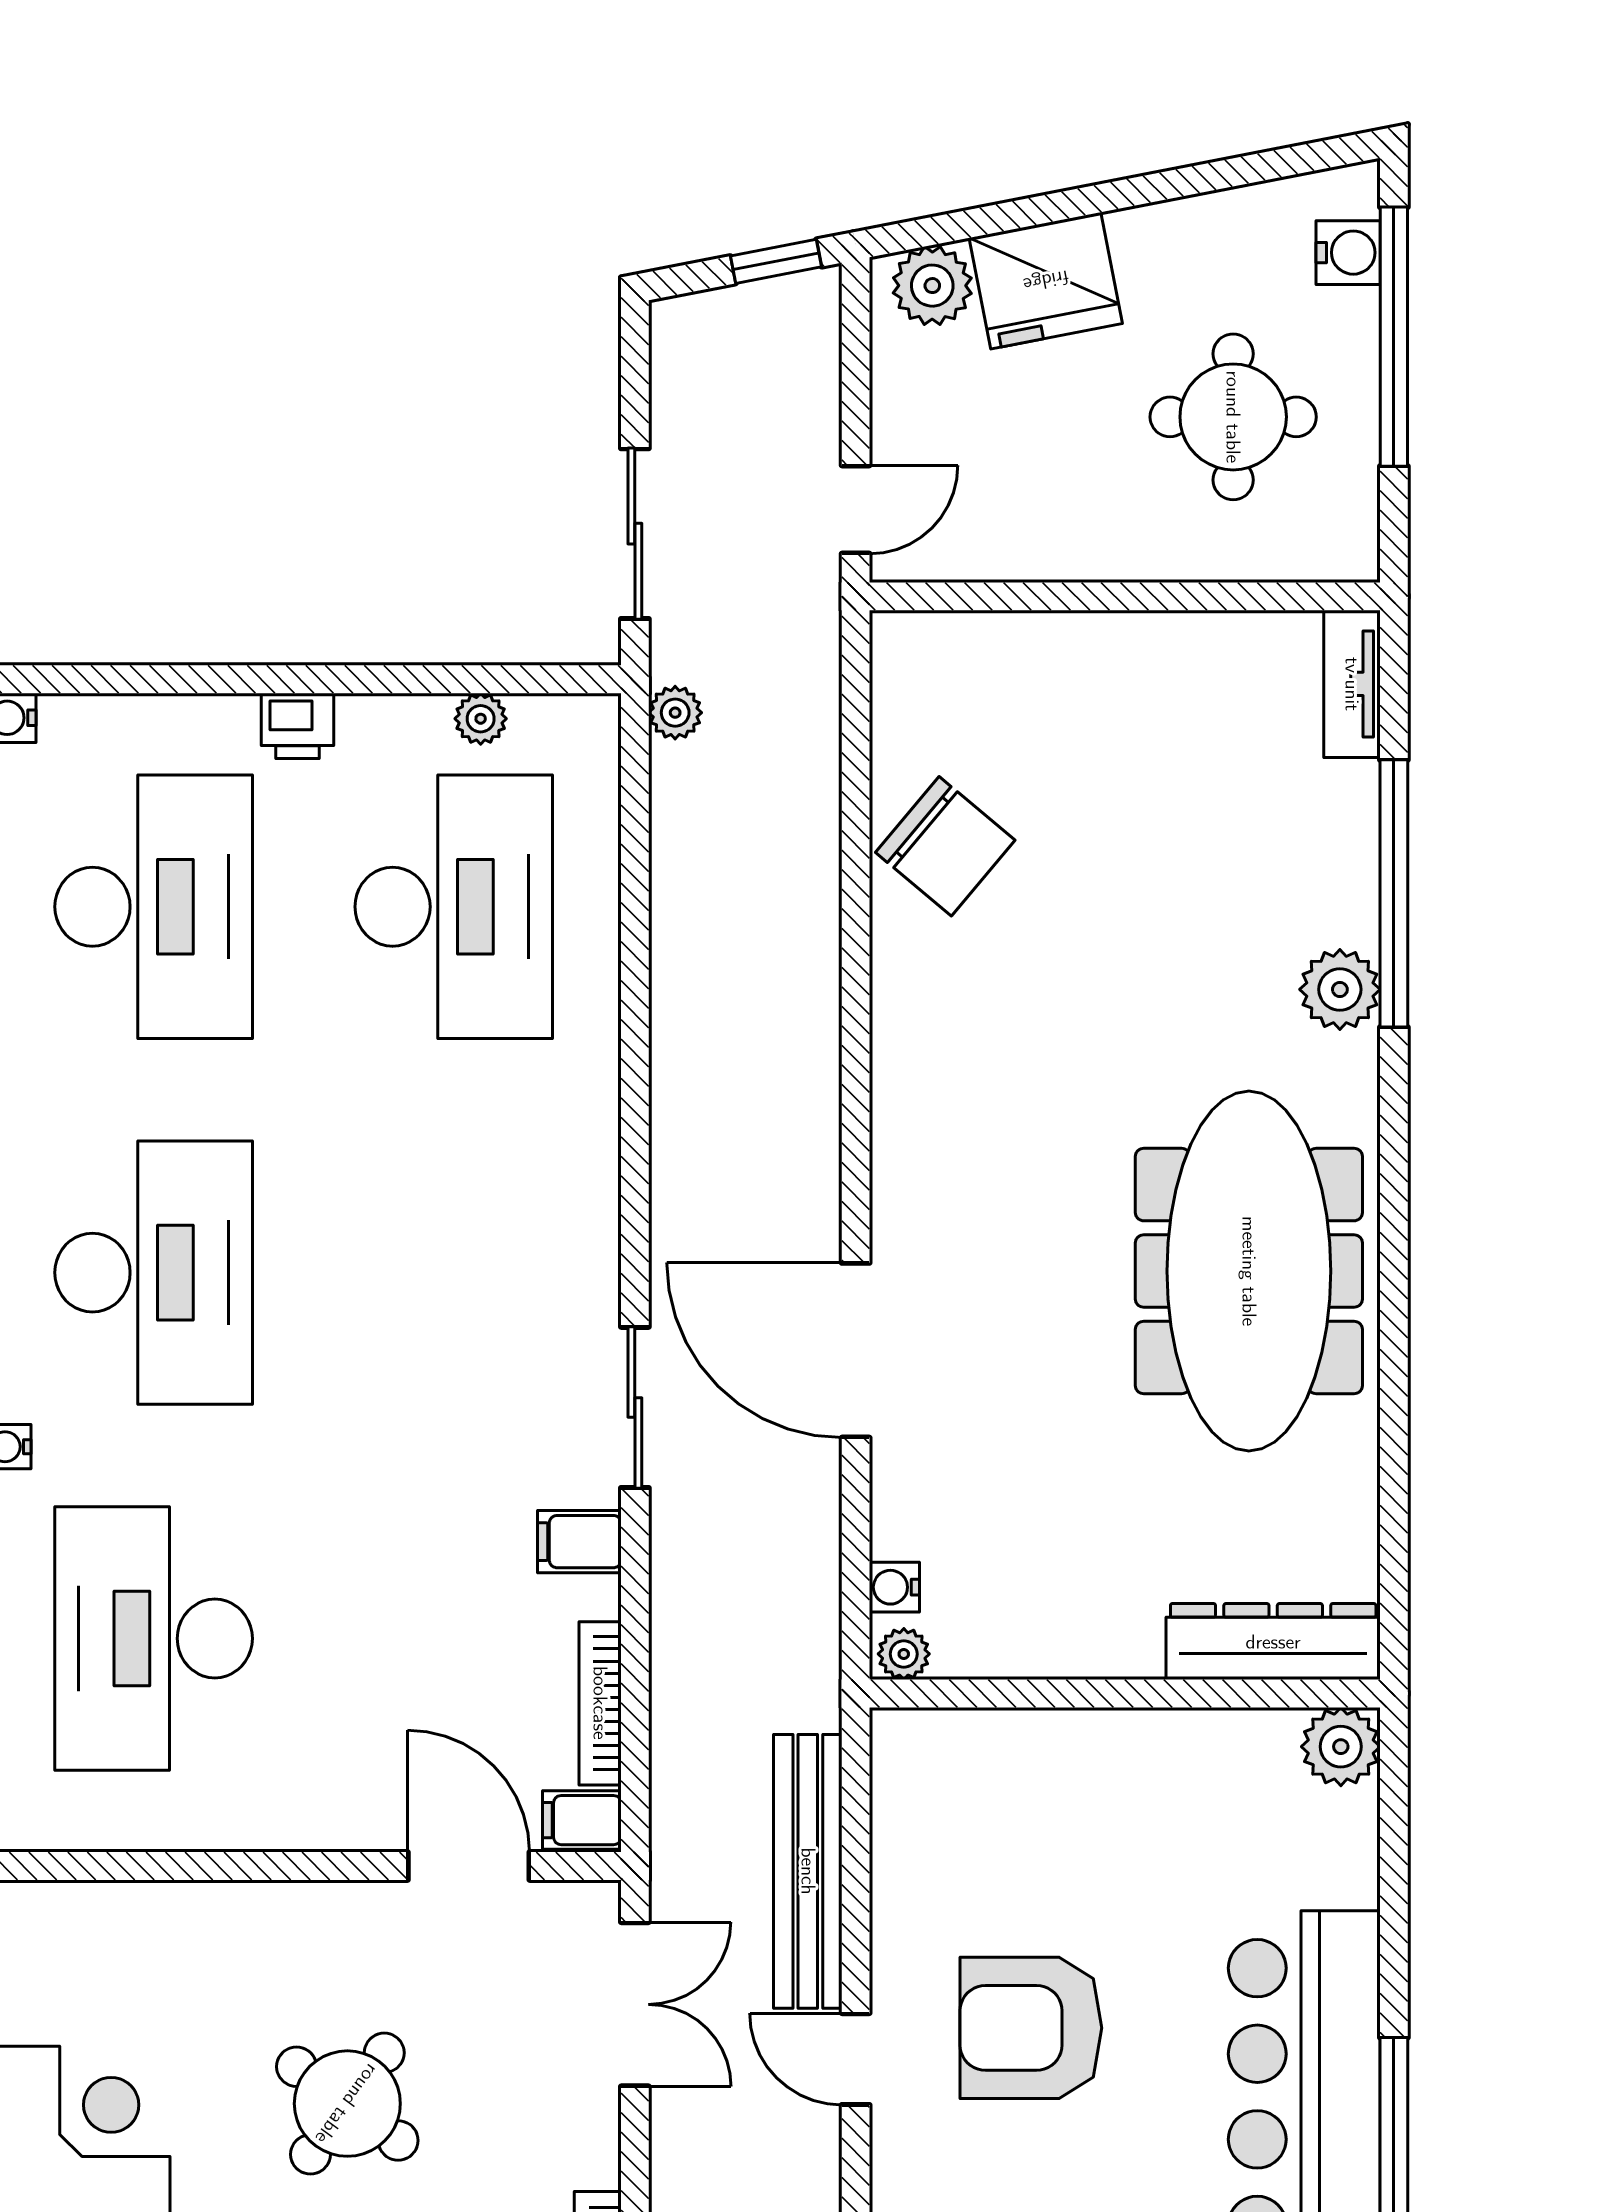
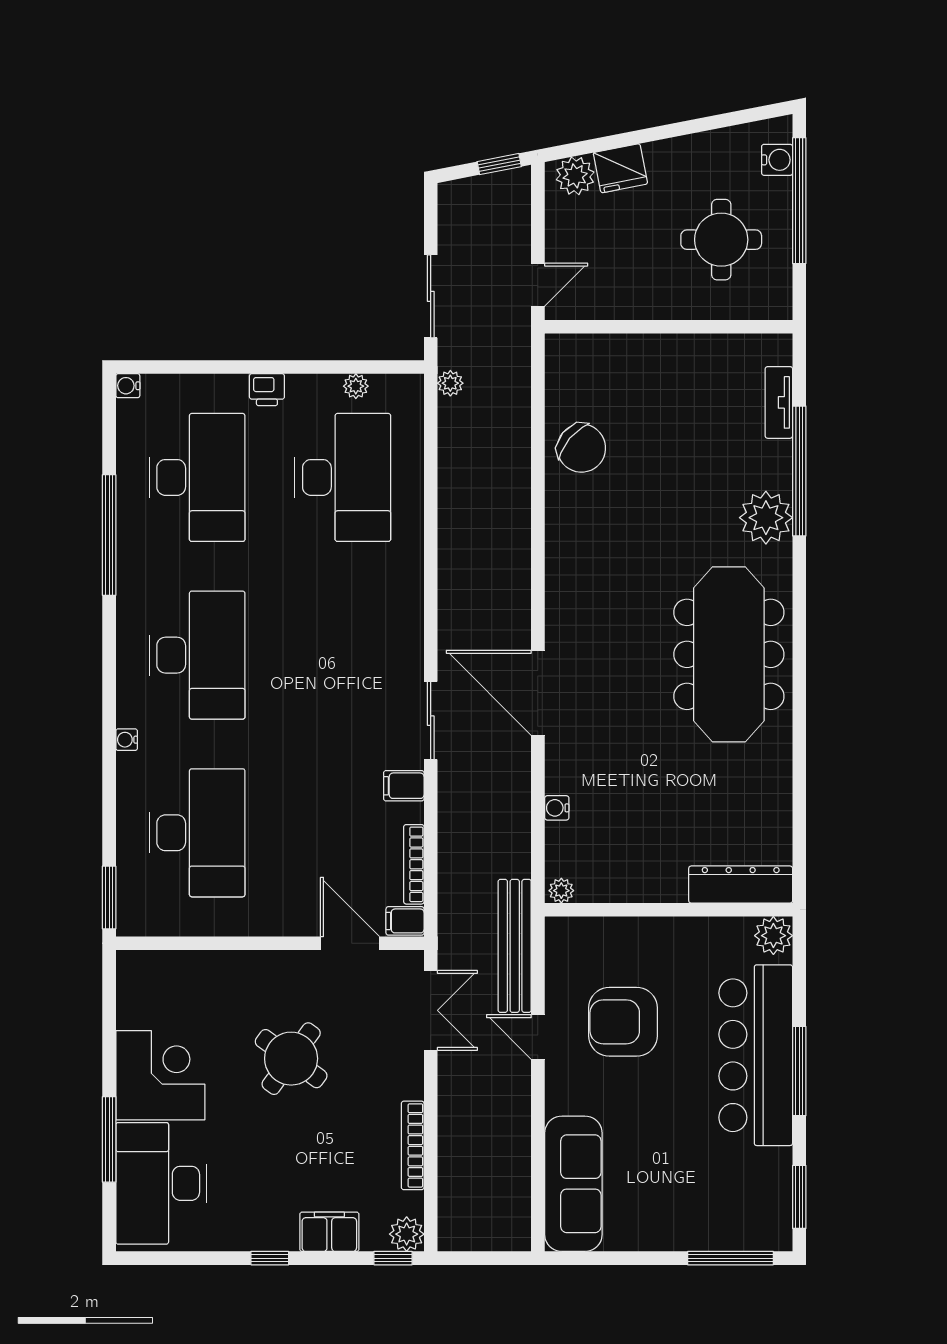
fridge: (1046, 281) -> (620, 168), width x0.73, depth x0.75
tv unit: (1352, 684) -> (779, 402), moved
plant: (1340, 989) -> (766, 518), width x1.36, depth x1.36
desk: (154, 1638) -> (197, 833), turned 180
dresser: (1273, 1642) -> (741, 885), moved
plant: (904, 1654) -> (561, 891), moved
wall: (1125, 1693) -> (669, 910), moved
plant: (1341, 1747) -> (773, 936), moved

